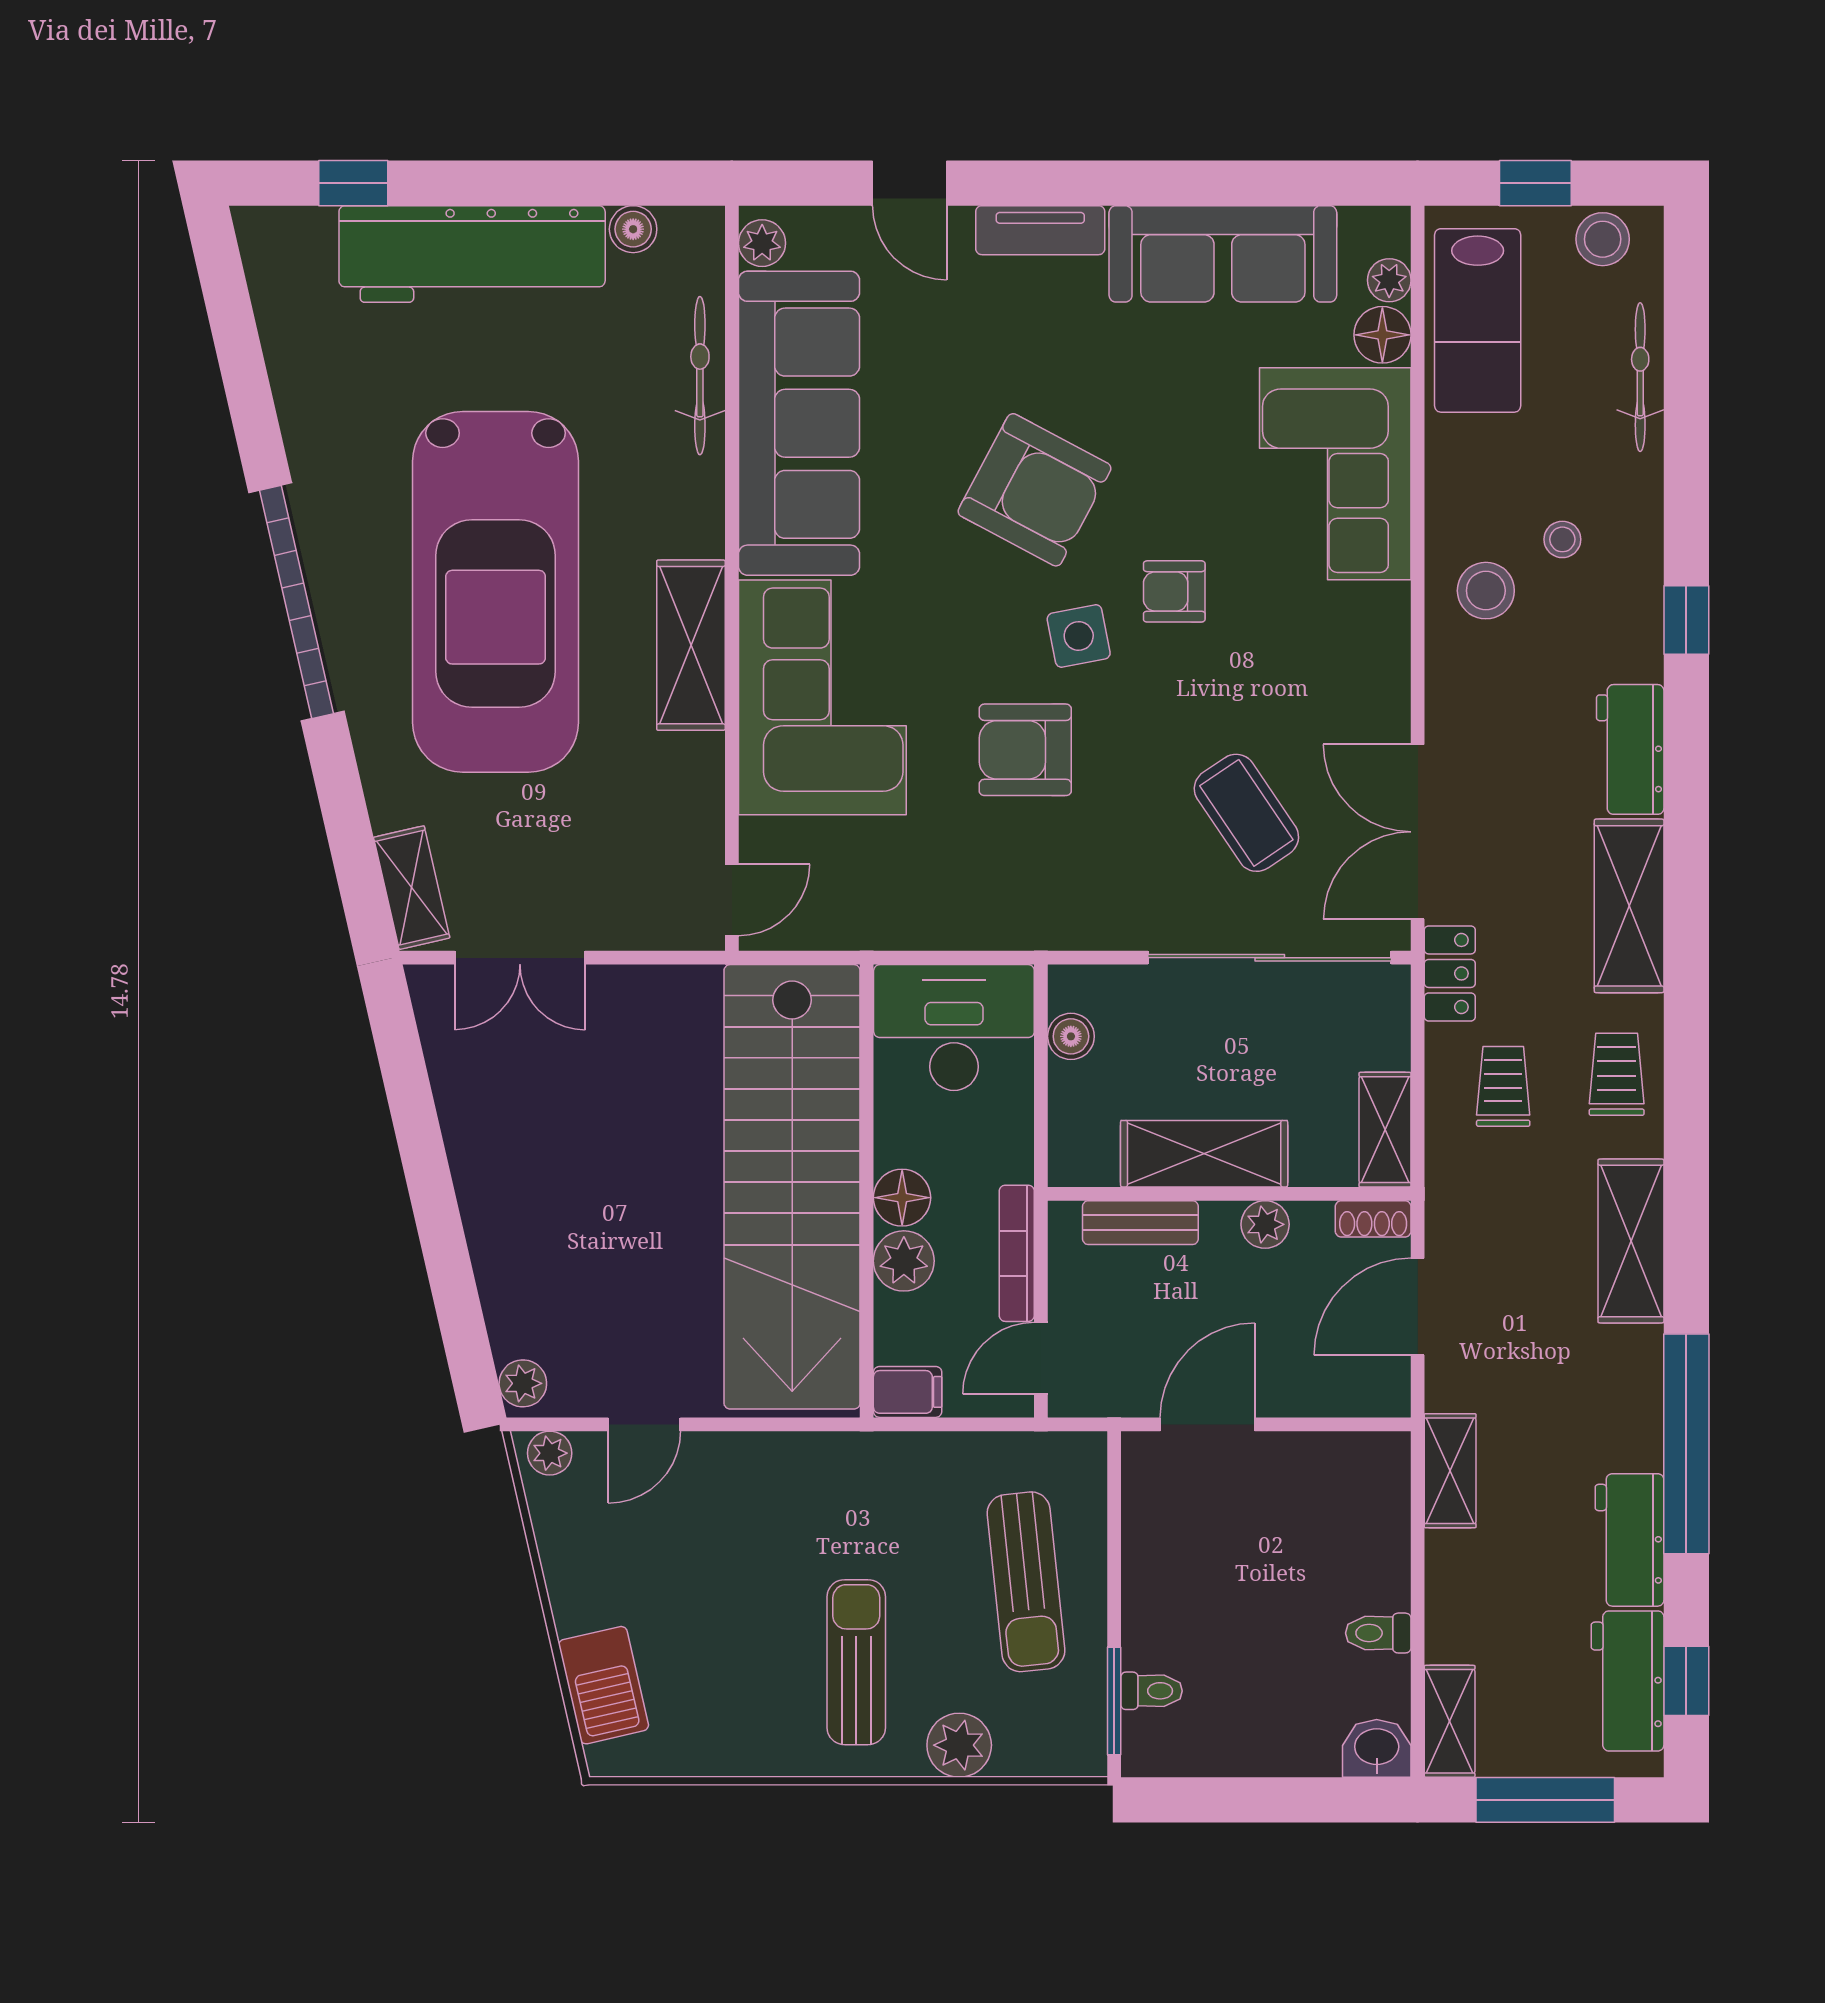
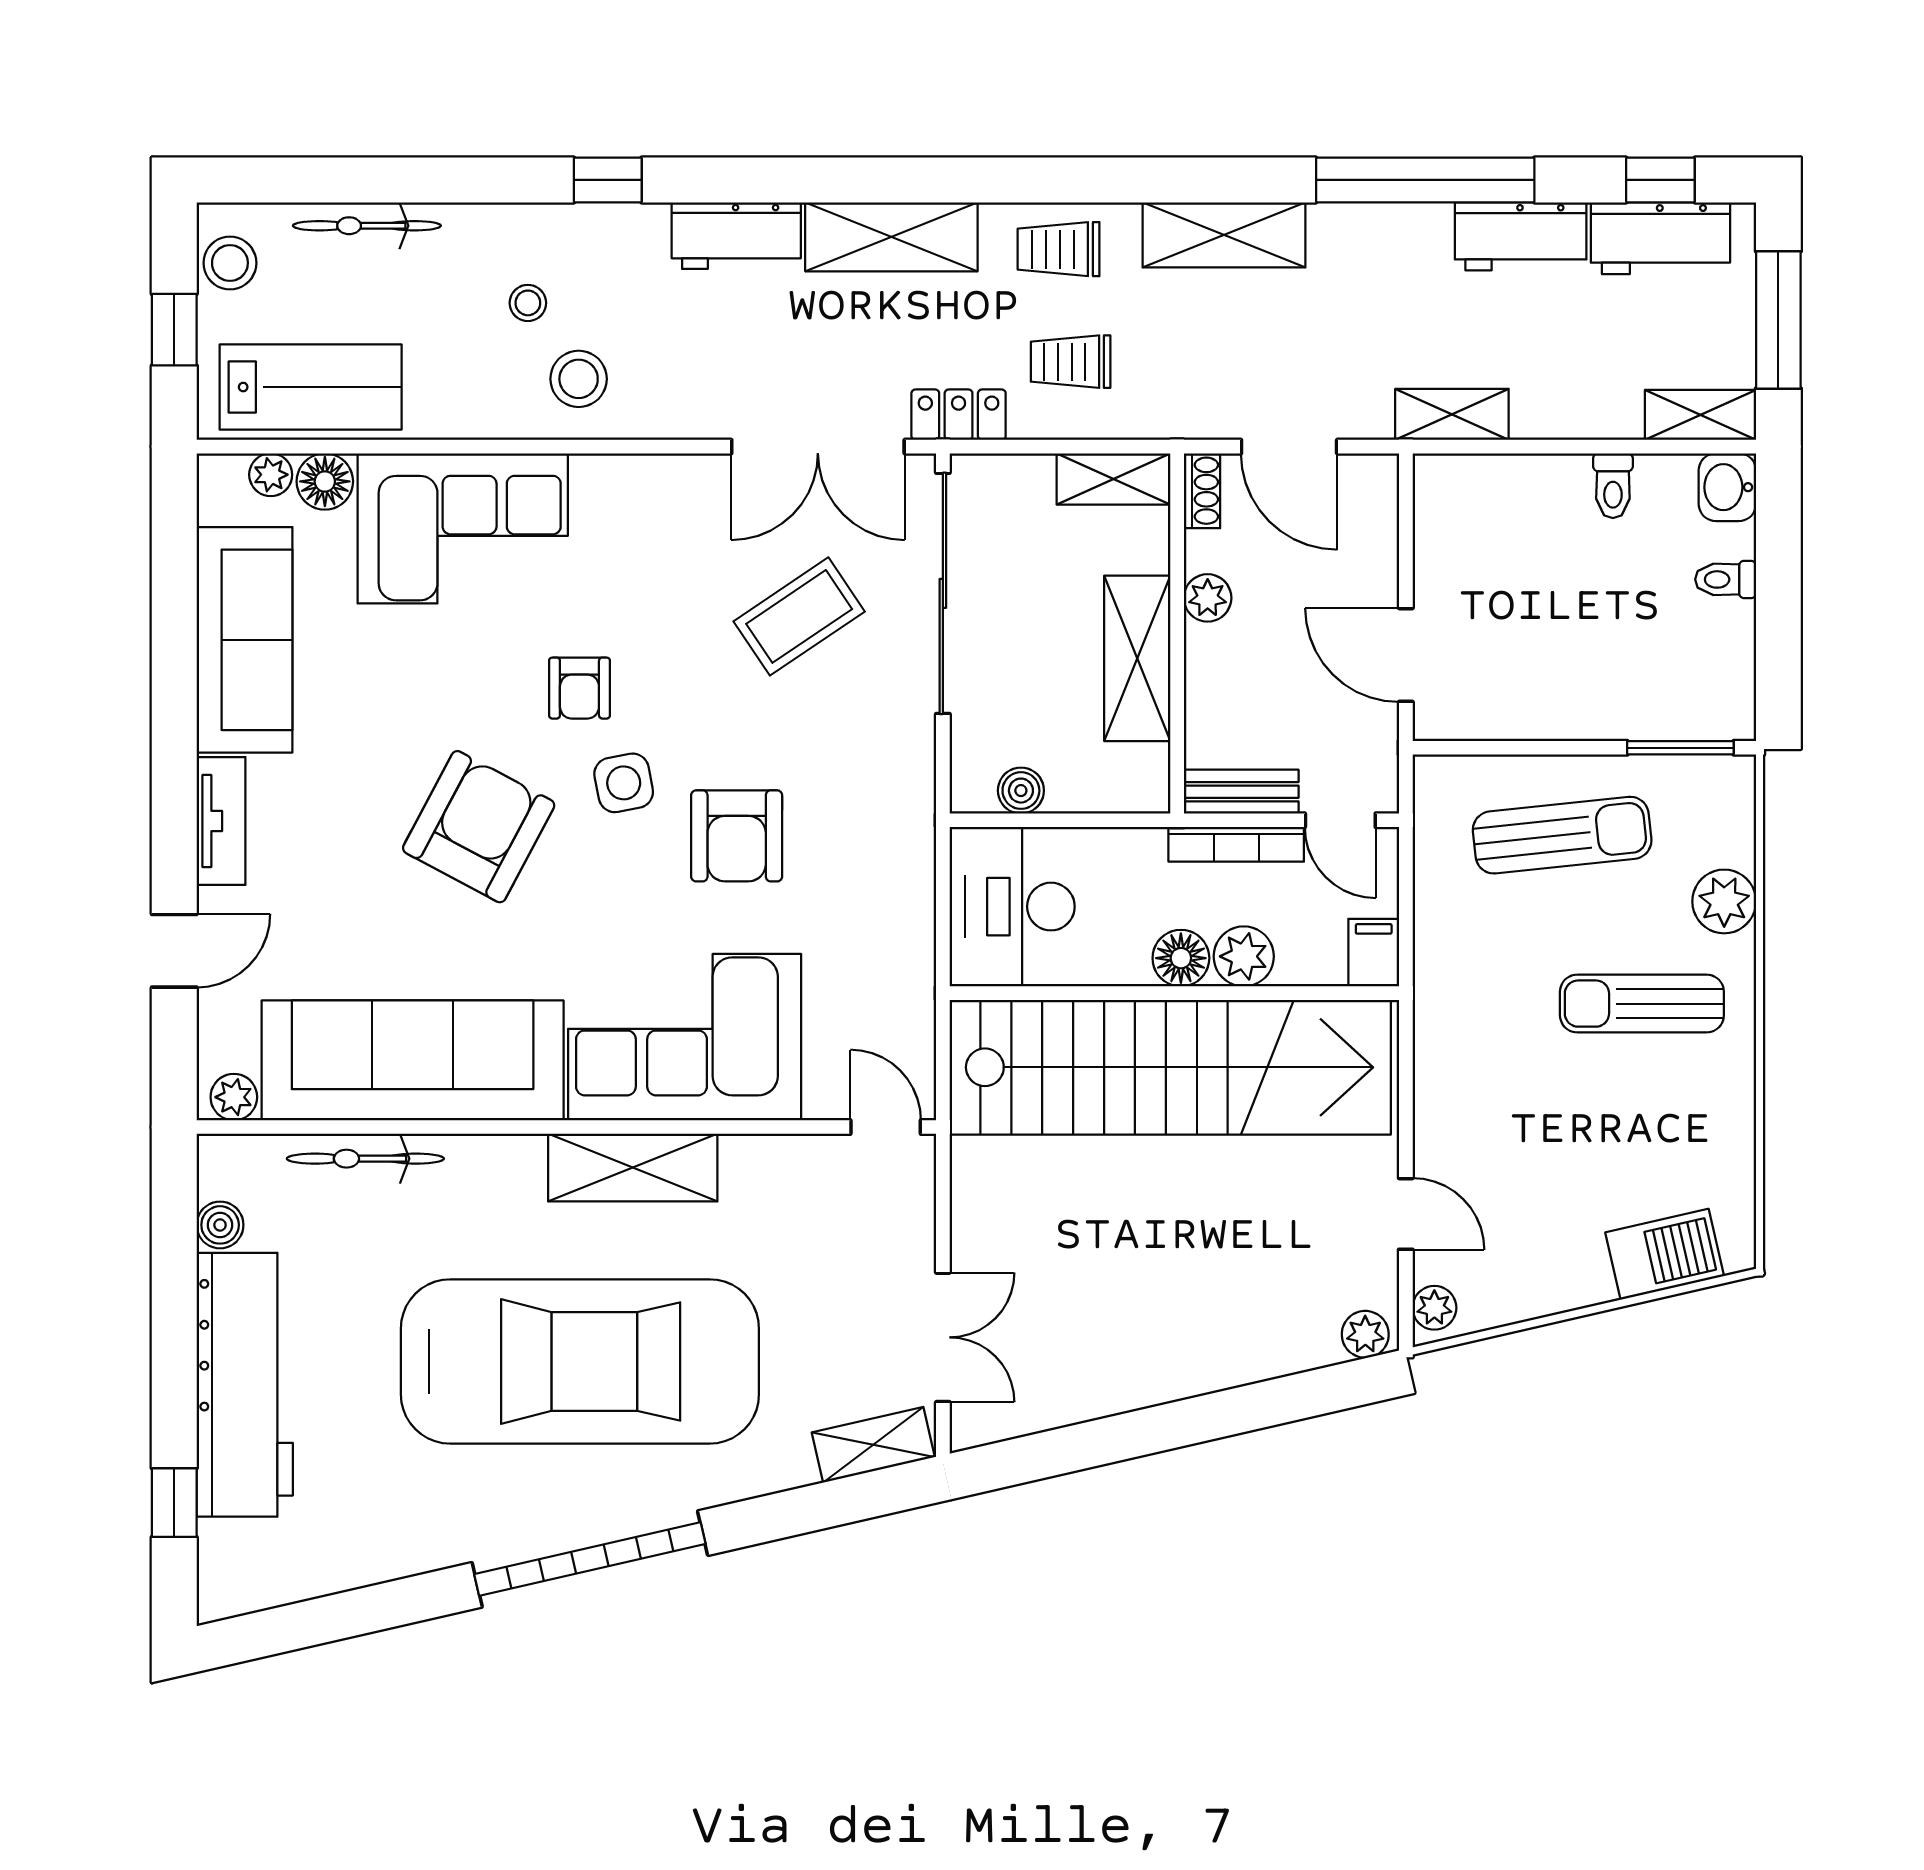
bench: (1140, 1223) -> (1241, 792), moved, turned 90
toilet: (1152, 1691) -> (1726, 579), moved, turned -90

